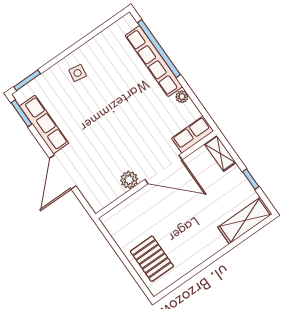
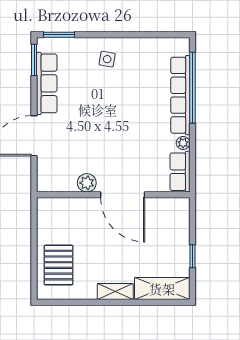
row of seats: (193, 135) -> (180, 172), moved, turned -90
shelving: (220, 153) -> (115, 291), moved, turned 90

